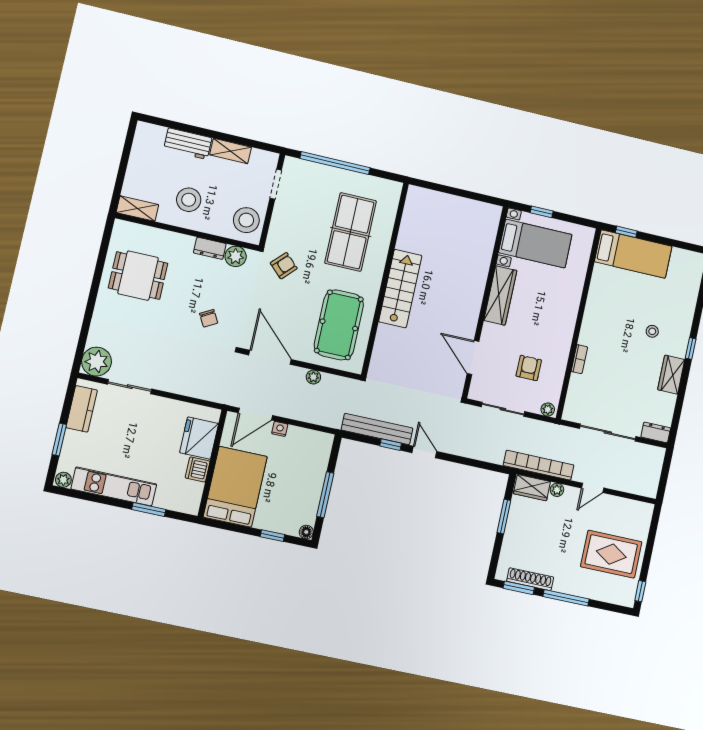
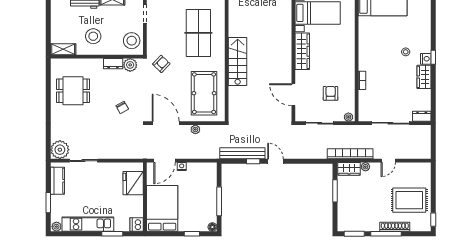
nightstand: (679, 348) -> (426, 59), added
dishwasher: (198, 469) -> (137, 224), moved
shoe rack: (530, 579) -> (395, 227), moved

